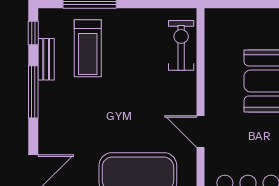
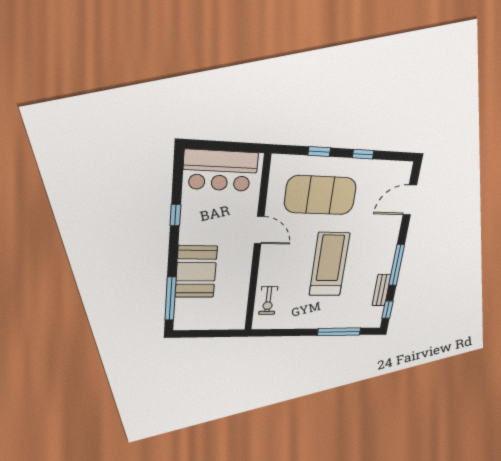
exercise bike: (181, 45) -> (268, 301), width x0.73, depth x0.72
treadmill: (88, 48) -> (329, 264), moved, width x1.37, depth x1.38

